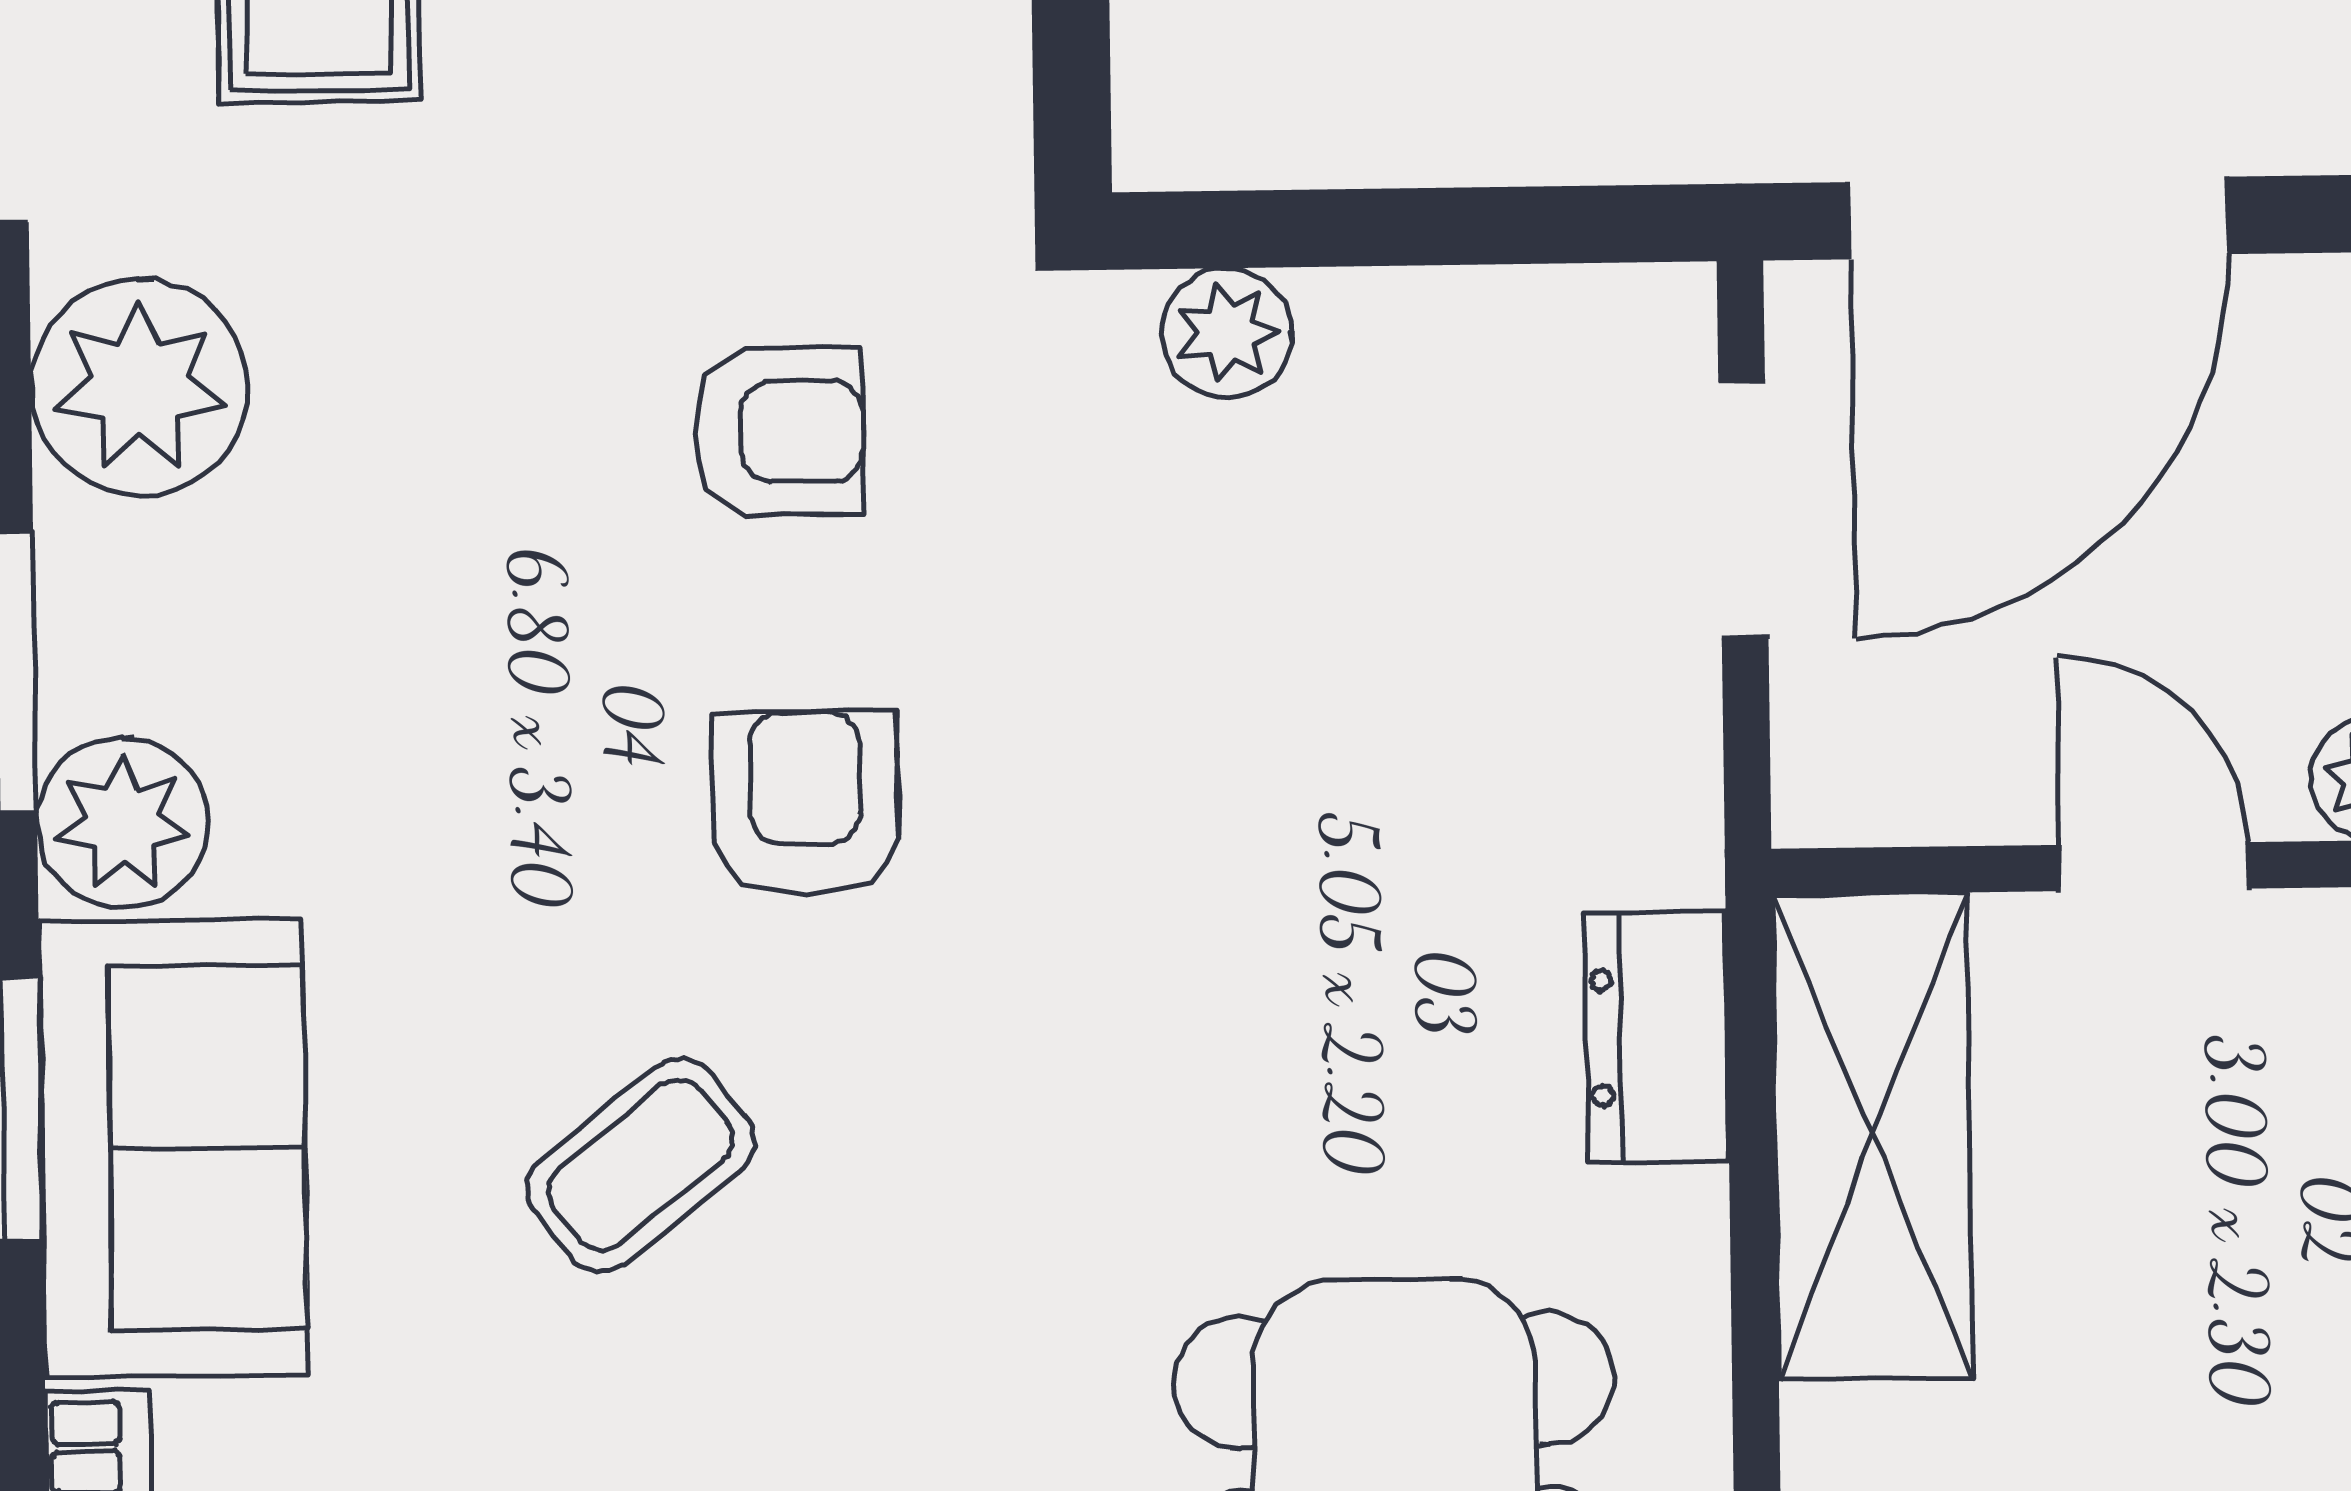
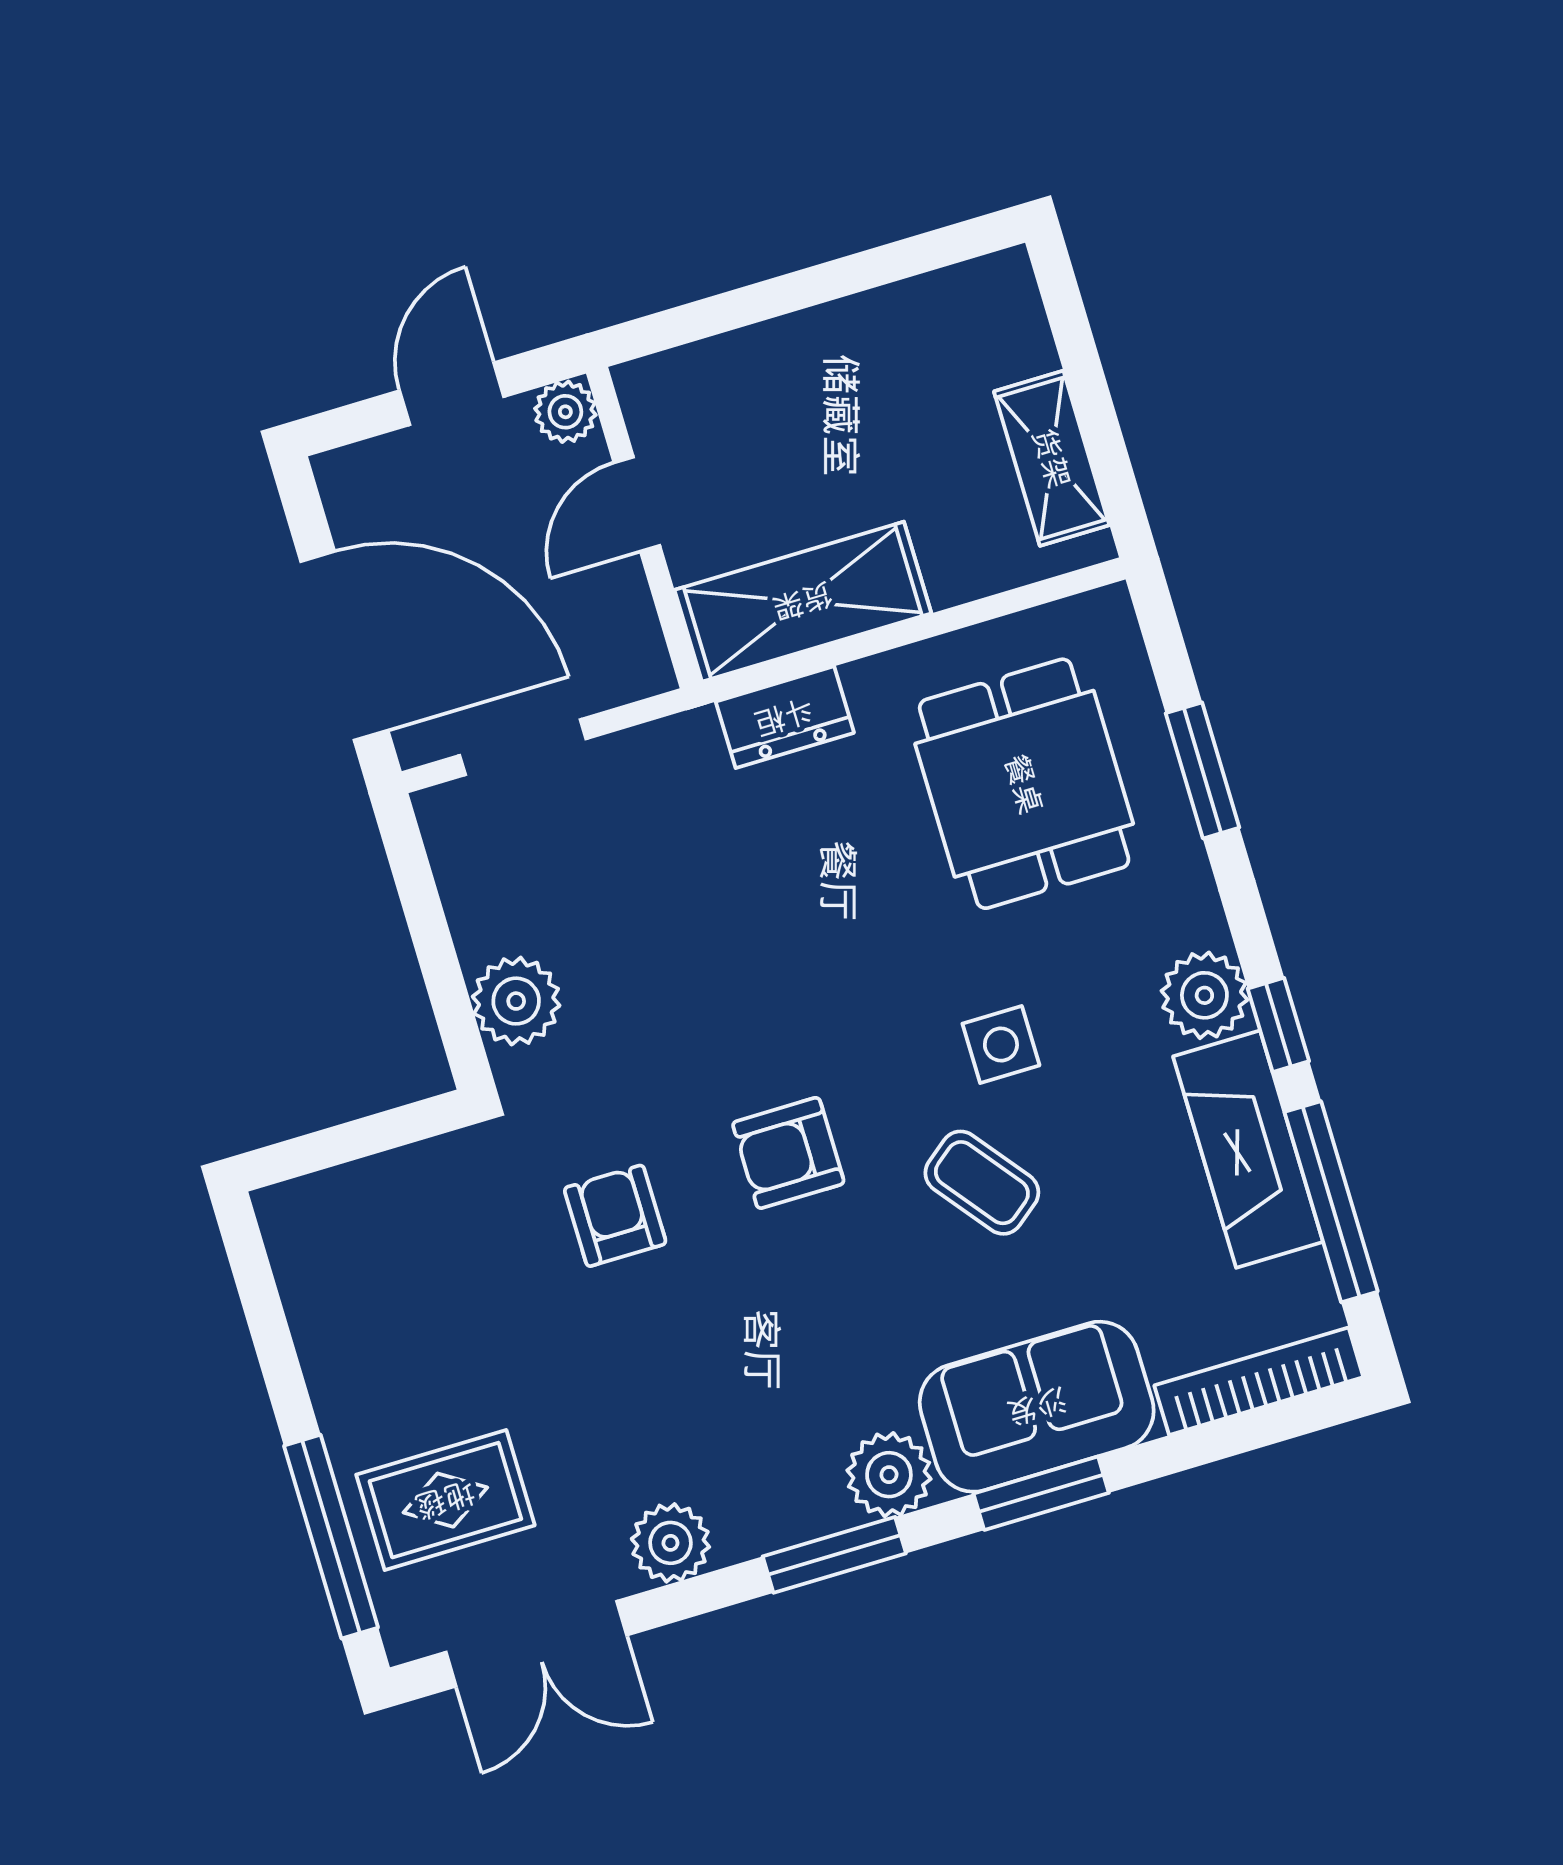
plant: (1227, 333) -> (516, 1001), width x1.38, depth x1.38
plant: (139, 387) -> (670, 1543), width x0.73, depth x0.73
side table: (900, 1278) -> (1001, 1044), added

